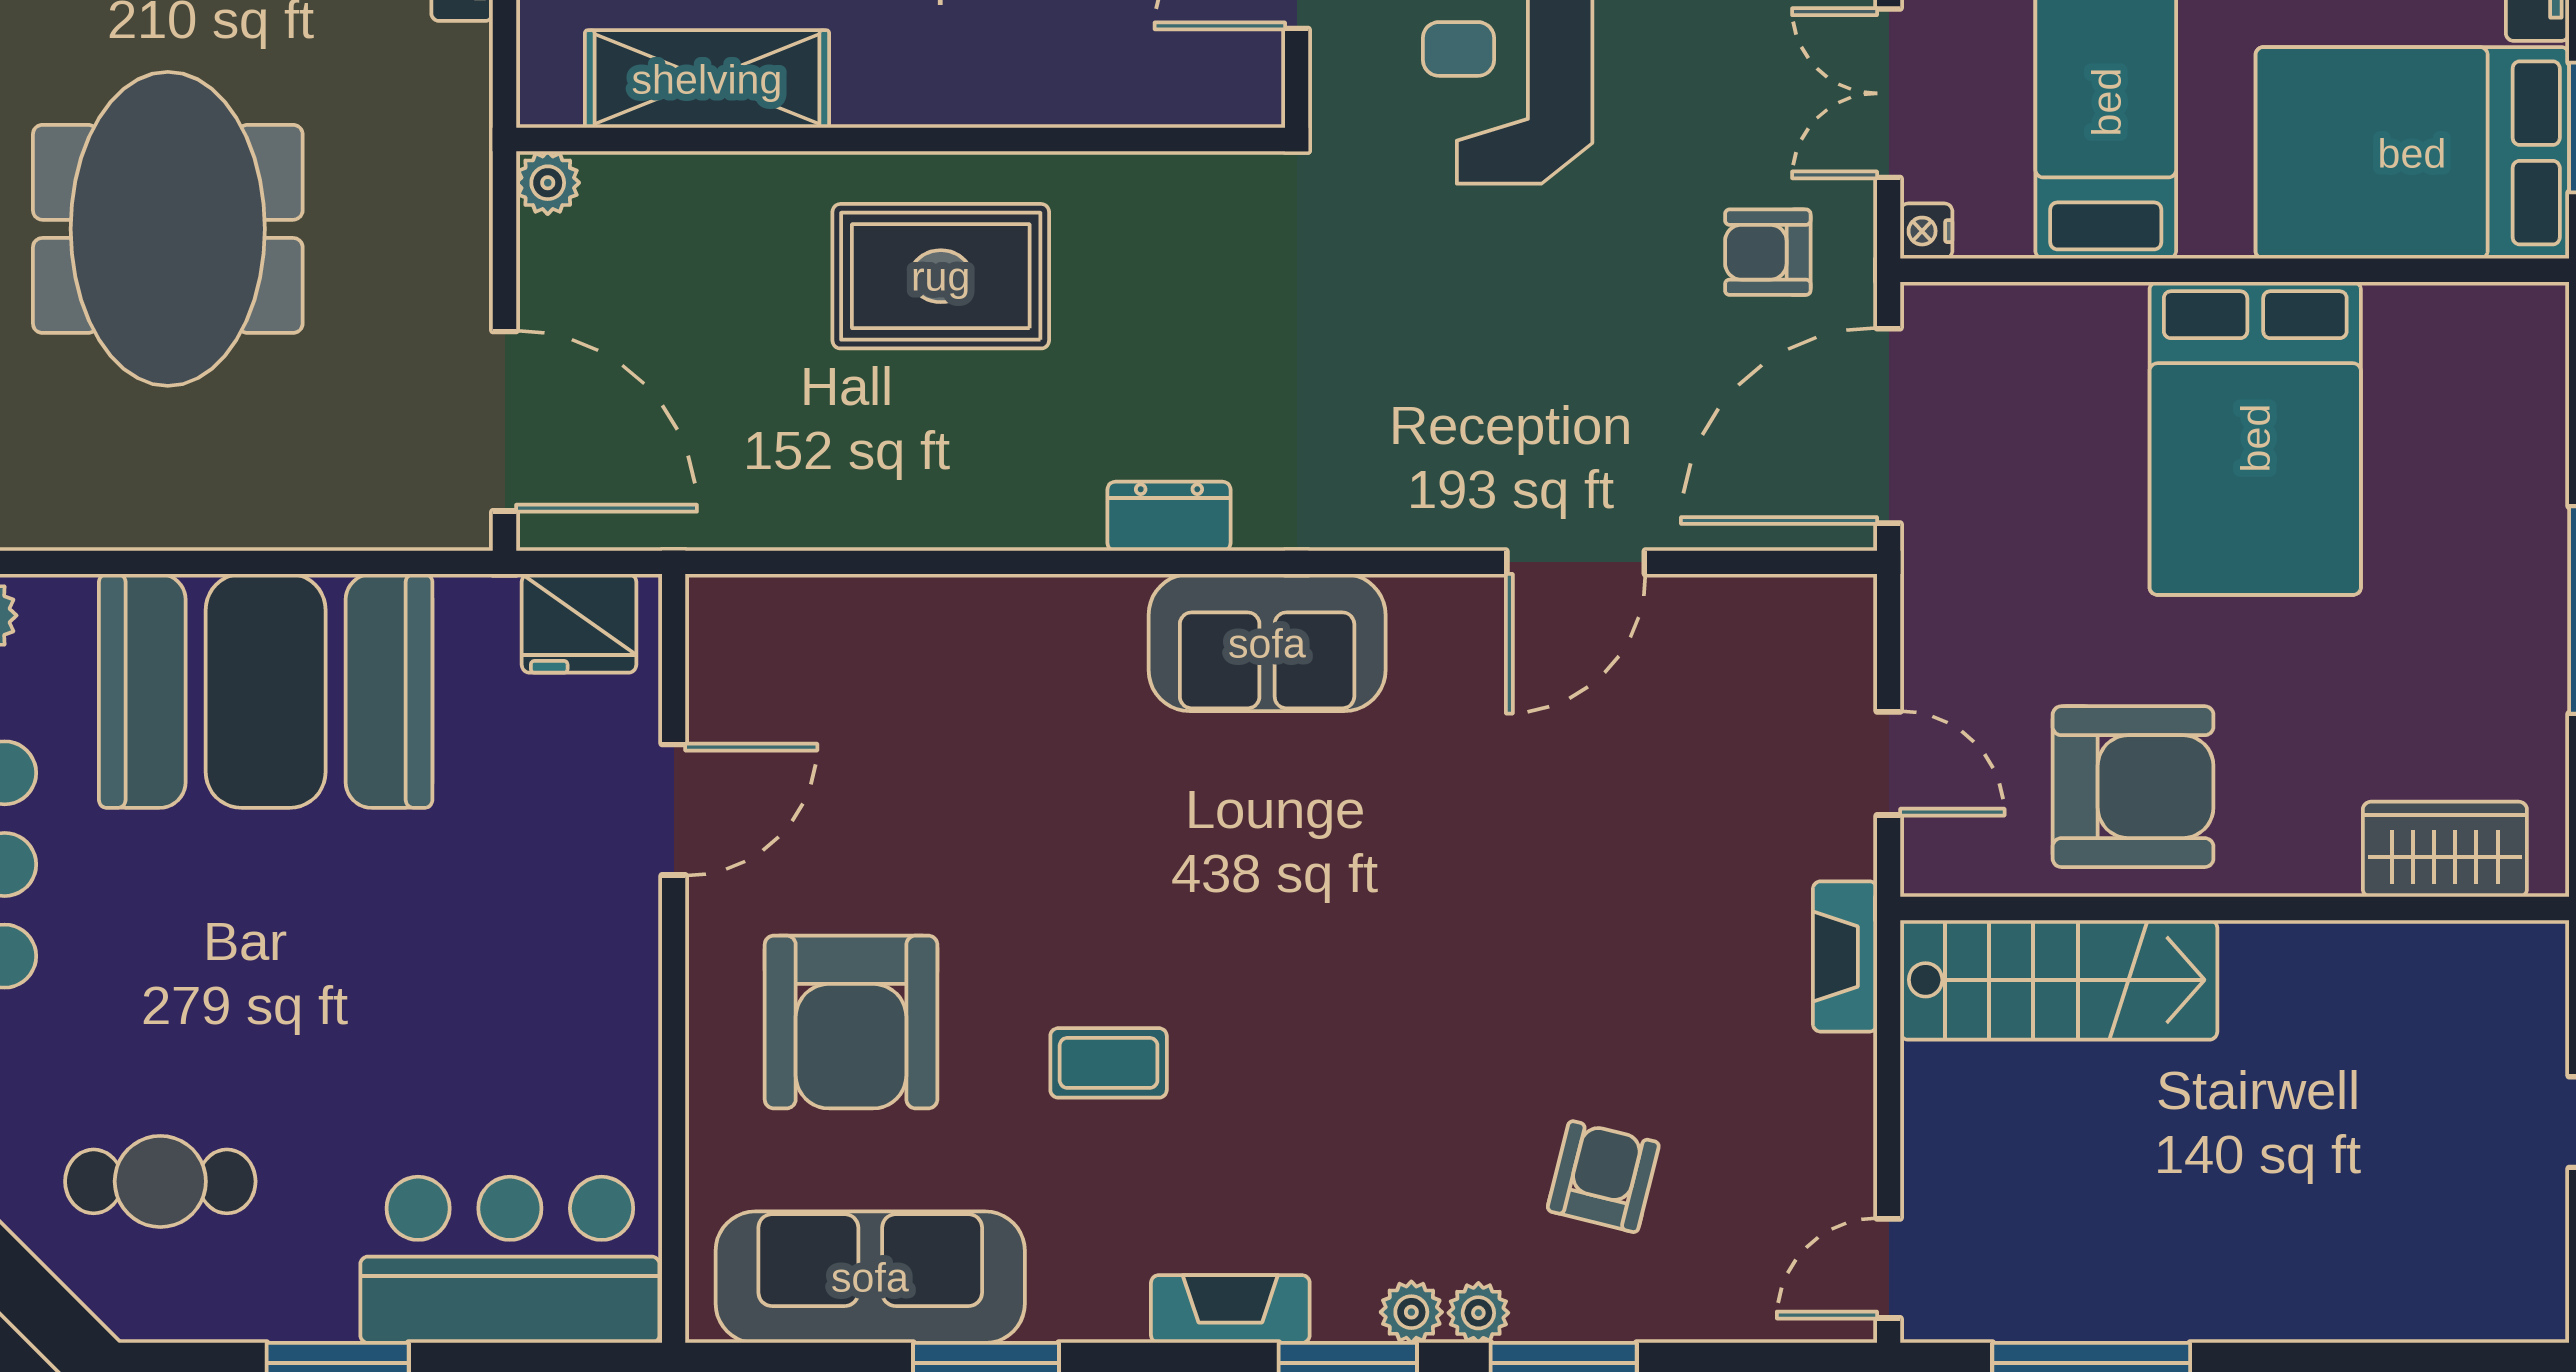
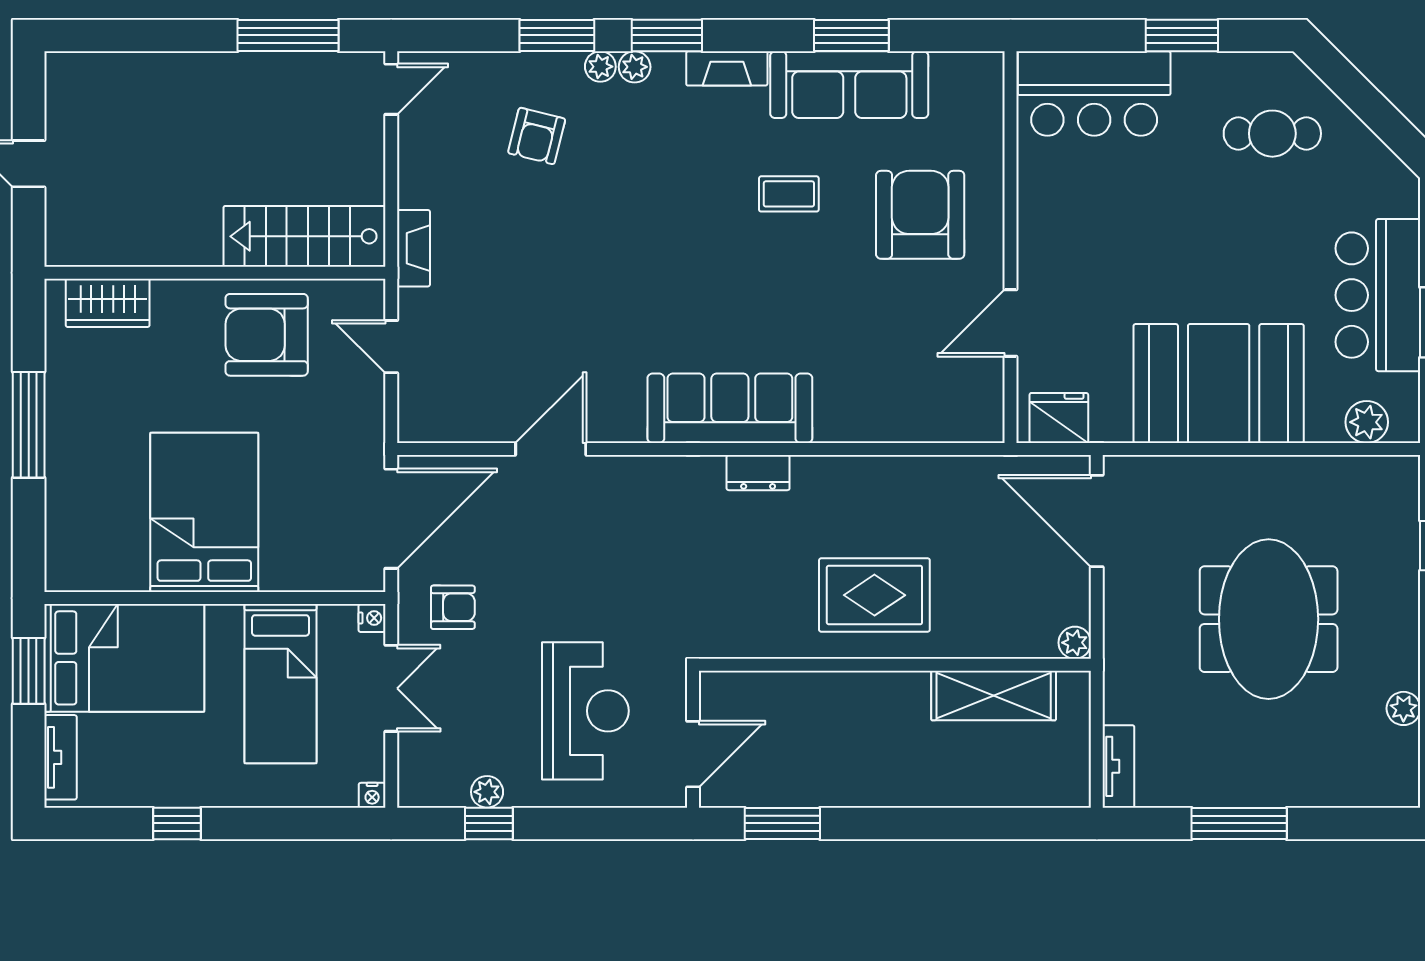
sofa: (1267, 643) -> (730, 408), width x1.36
sofa: (870, 1277) -> (849, 85), moved

